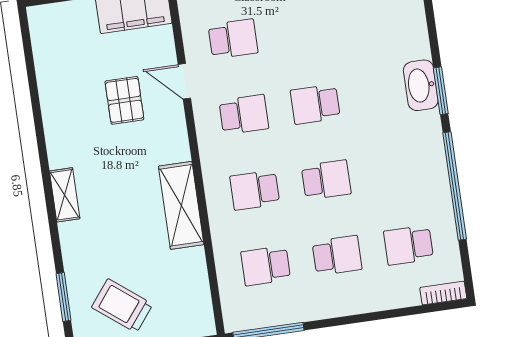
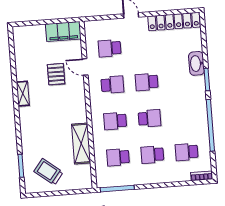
school desk: (233, 39) -> (110, 48), turned 180
washbasin: (421, 85) -> (196, 63), moved
shelving: (65, 195) -> (23, 94), moved
shelving: (181, 205) -> (81, 144), moved
school desk: (337, 255) -> (152, 155), turned 180

